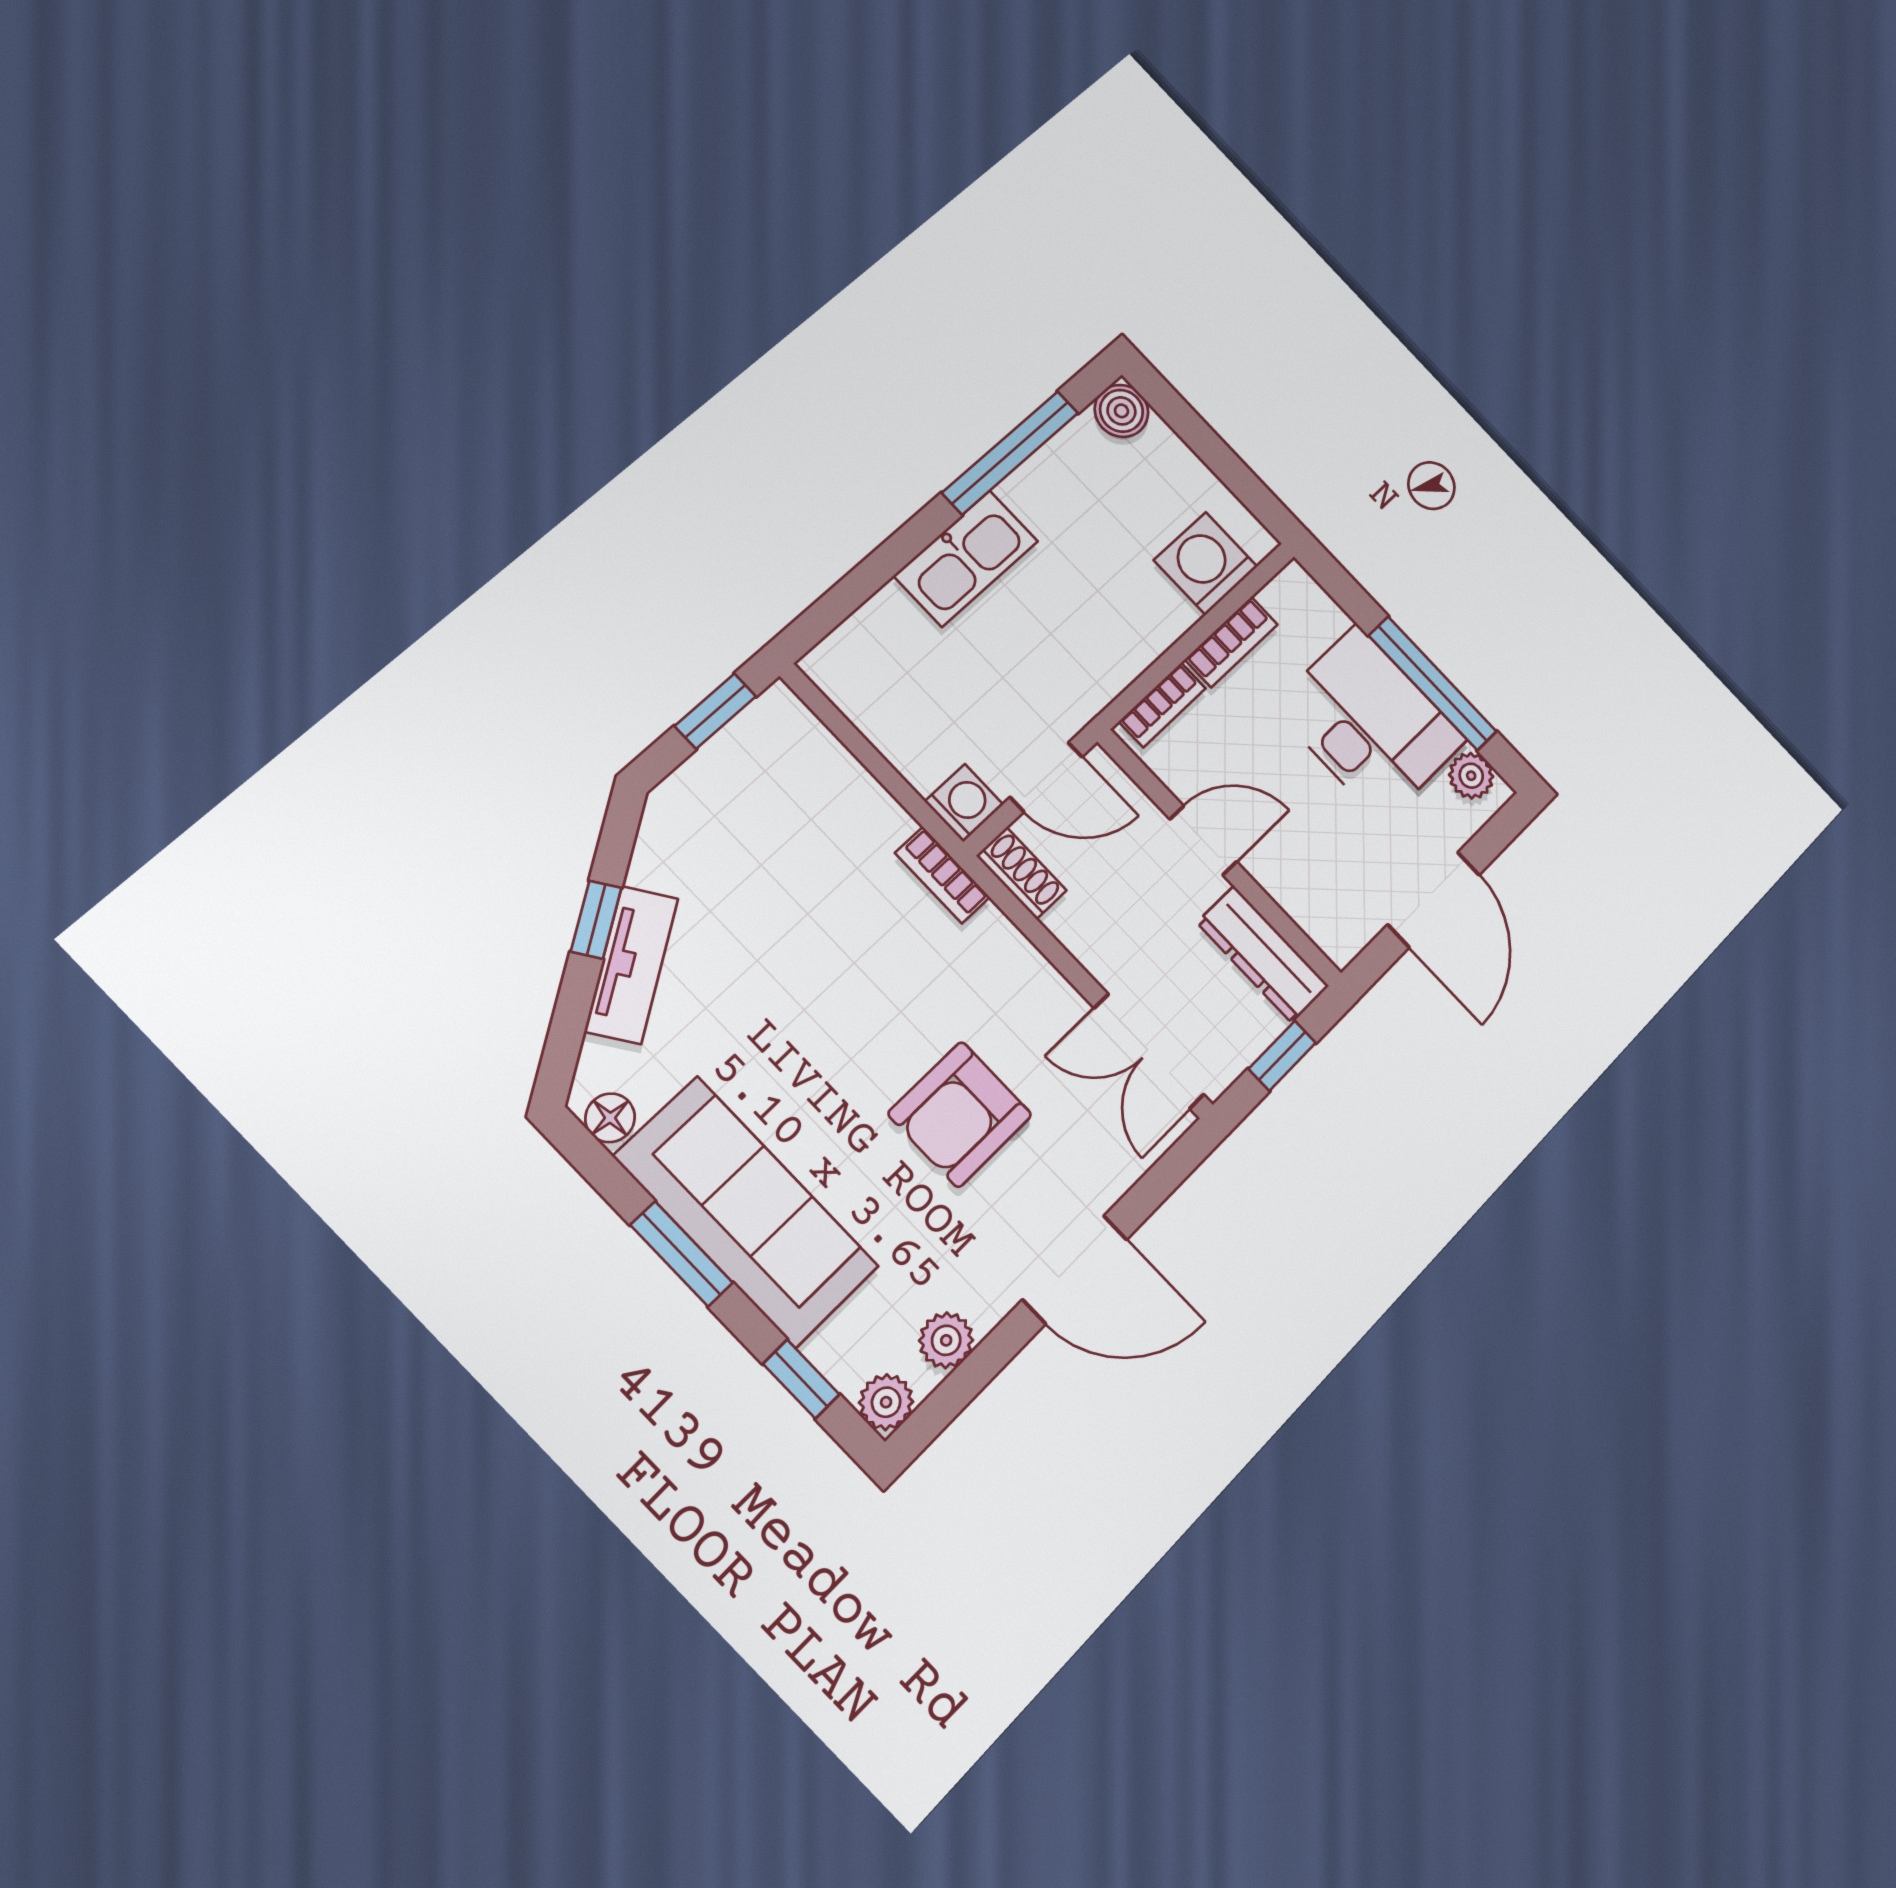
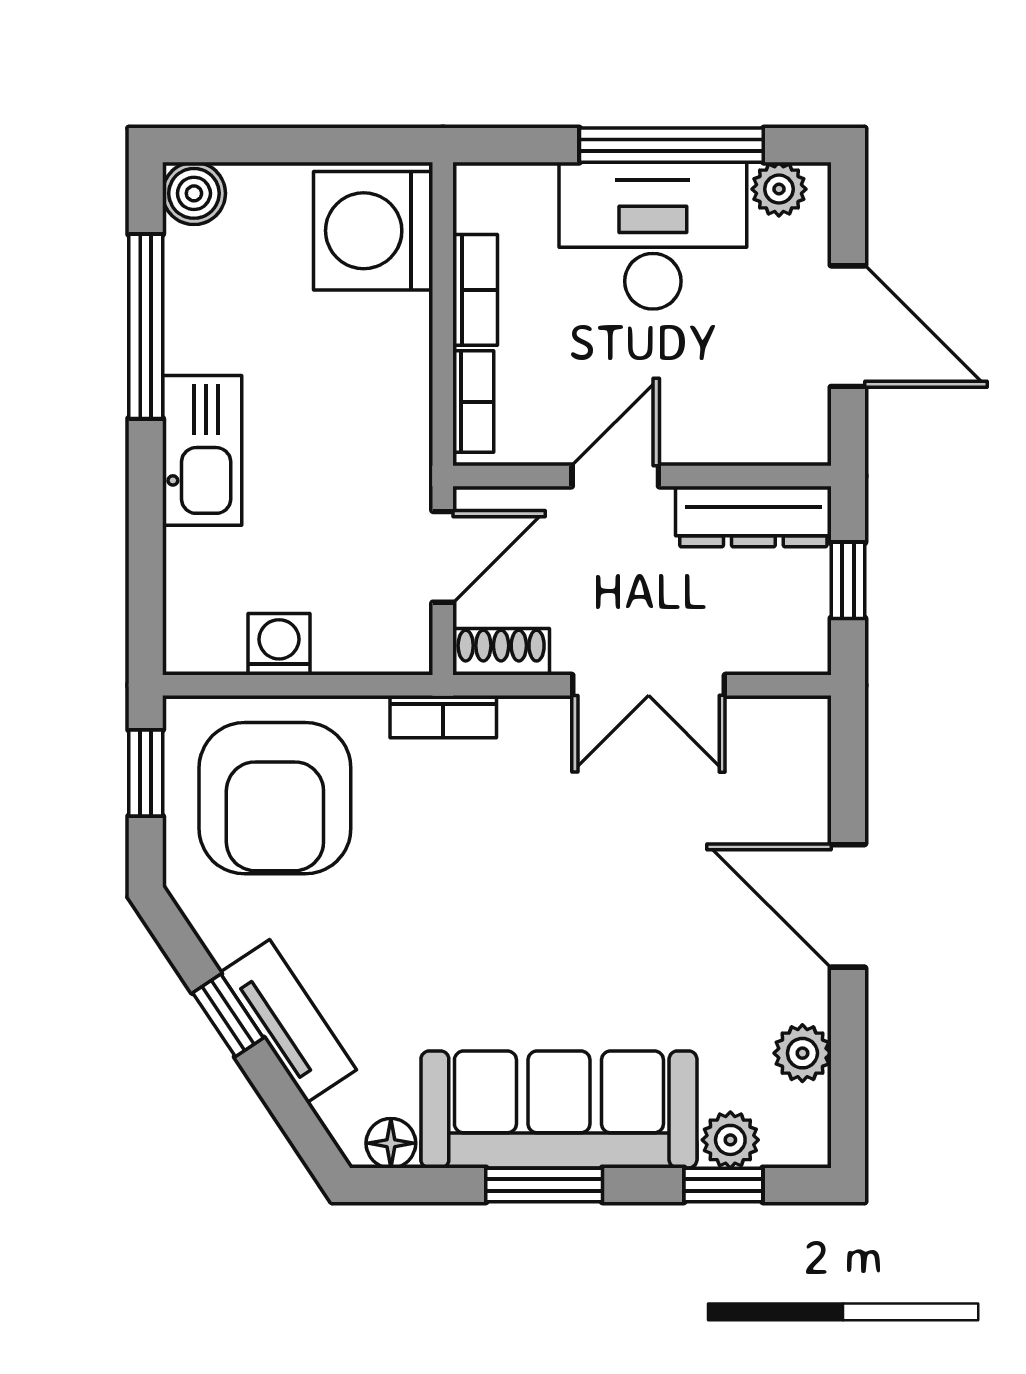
washing machine: (1206, 563) -> (373, 231), width x1.37, depth x1.37
washing machine: (964, 803) -> (279, 644), moved
double door: (1149, 1051) -> (649, 685), moved
armchair: (960, 1114) -> (275, 798), moved, width x1.36, depth x1.36
door: (1075, 1269) -> (848, 906), swing flipped
plant: (886, 1402) -> (730, 1140), moved

